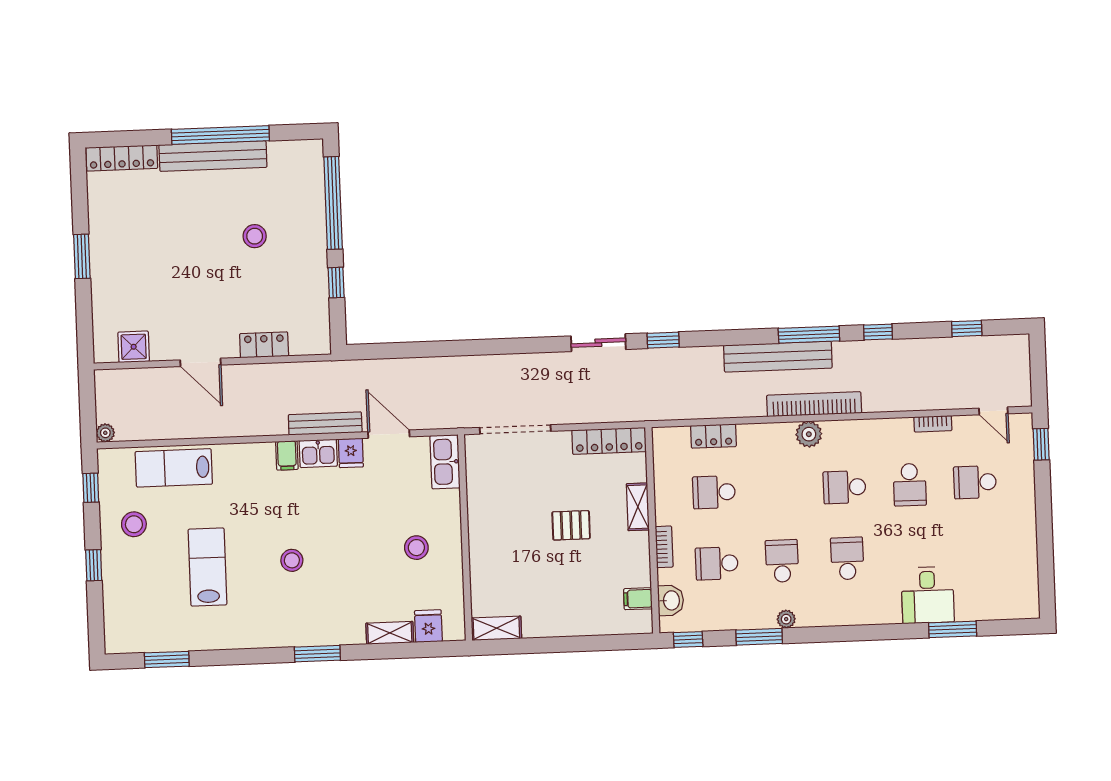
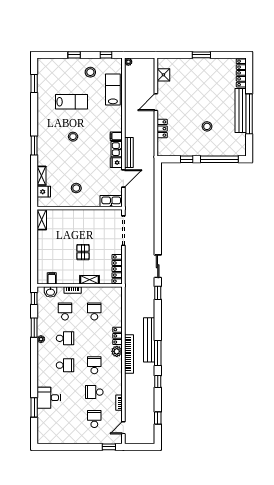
locker: (713, 436) -> (117, 336), moved

